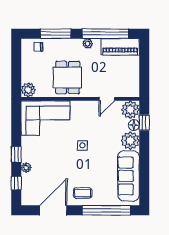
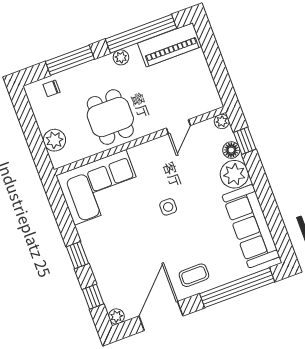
plant: (28, 90) -> (54, 140), moved
plant: (130, 110) -> (222, 121), width x0.53, depth x0.53
plant: (26, 168) -> (116, 316), moved

